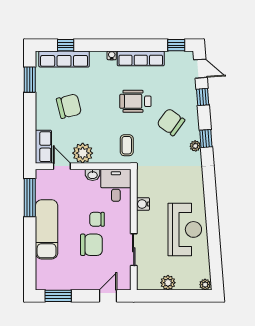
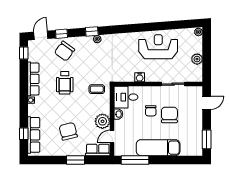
window: (30, 80) -> (75, 160), moved
chair: (171, 122) -> (65, 51), moved
door: (108, 296) -> (207, 103), swing flipped

